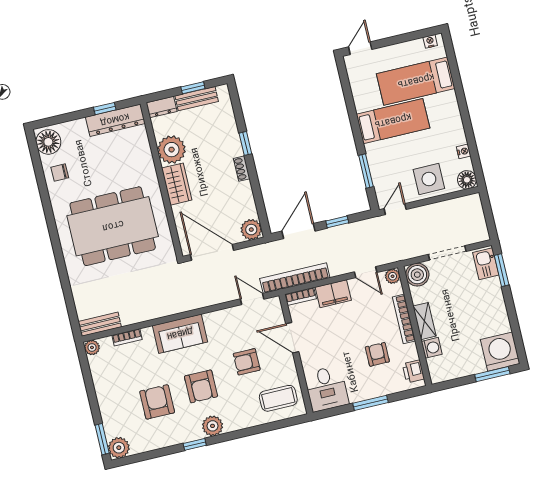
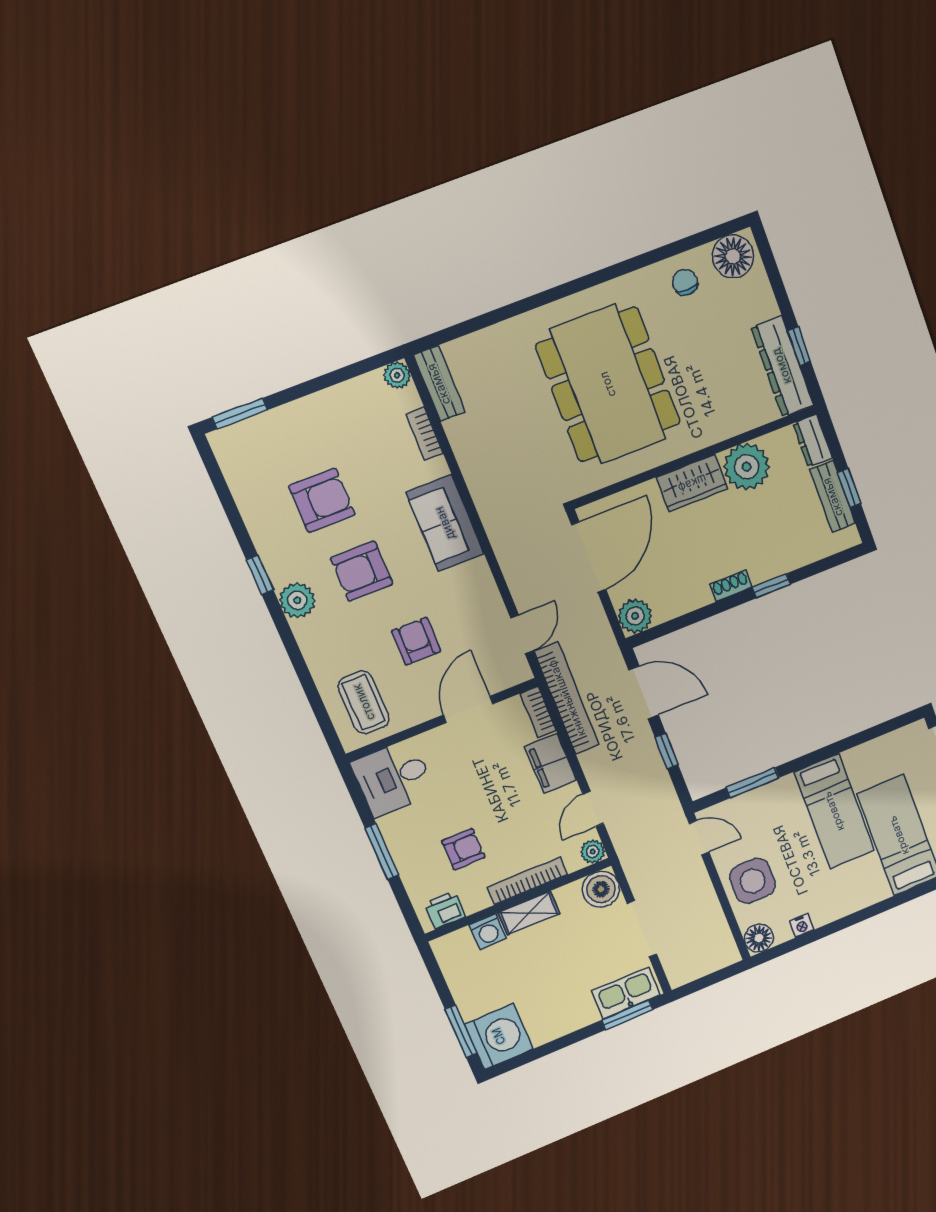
kitchen sink: (486, 264) -> (626, 993), width x1.38
plant: (119, 448) -> (230, 445), removed

